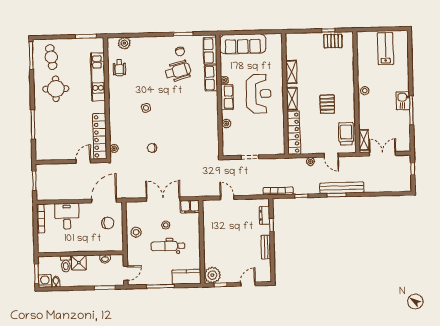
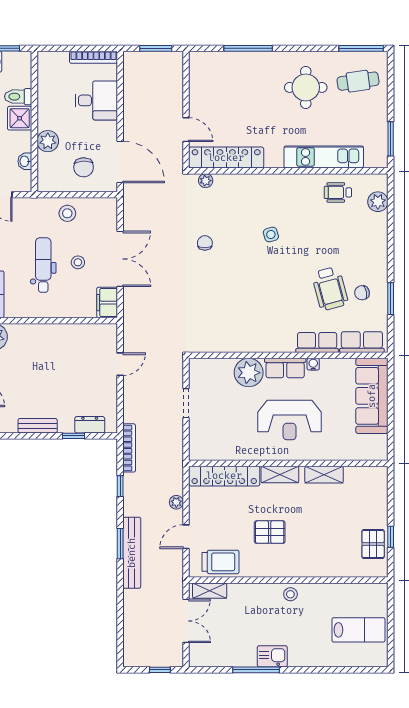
plant: (226, 124) -> (249, 373), width x1.88, depth x1.88
plant: (92, 245) -> (48, 141), added

